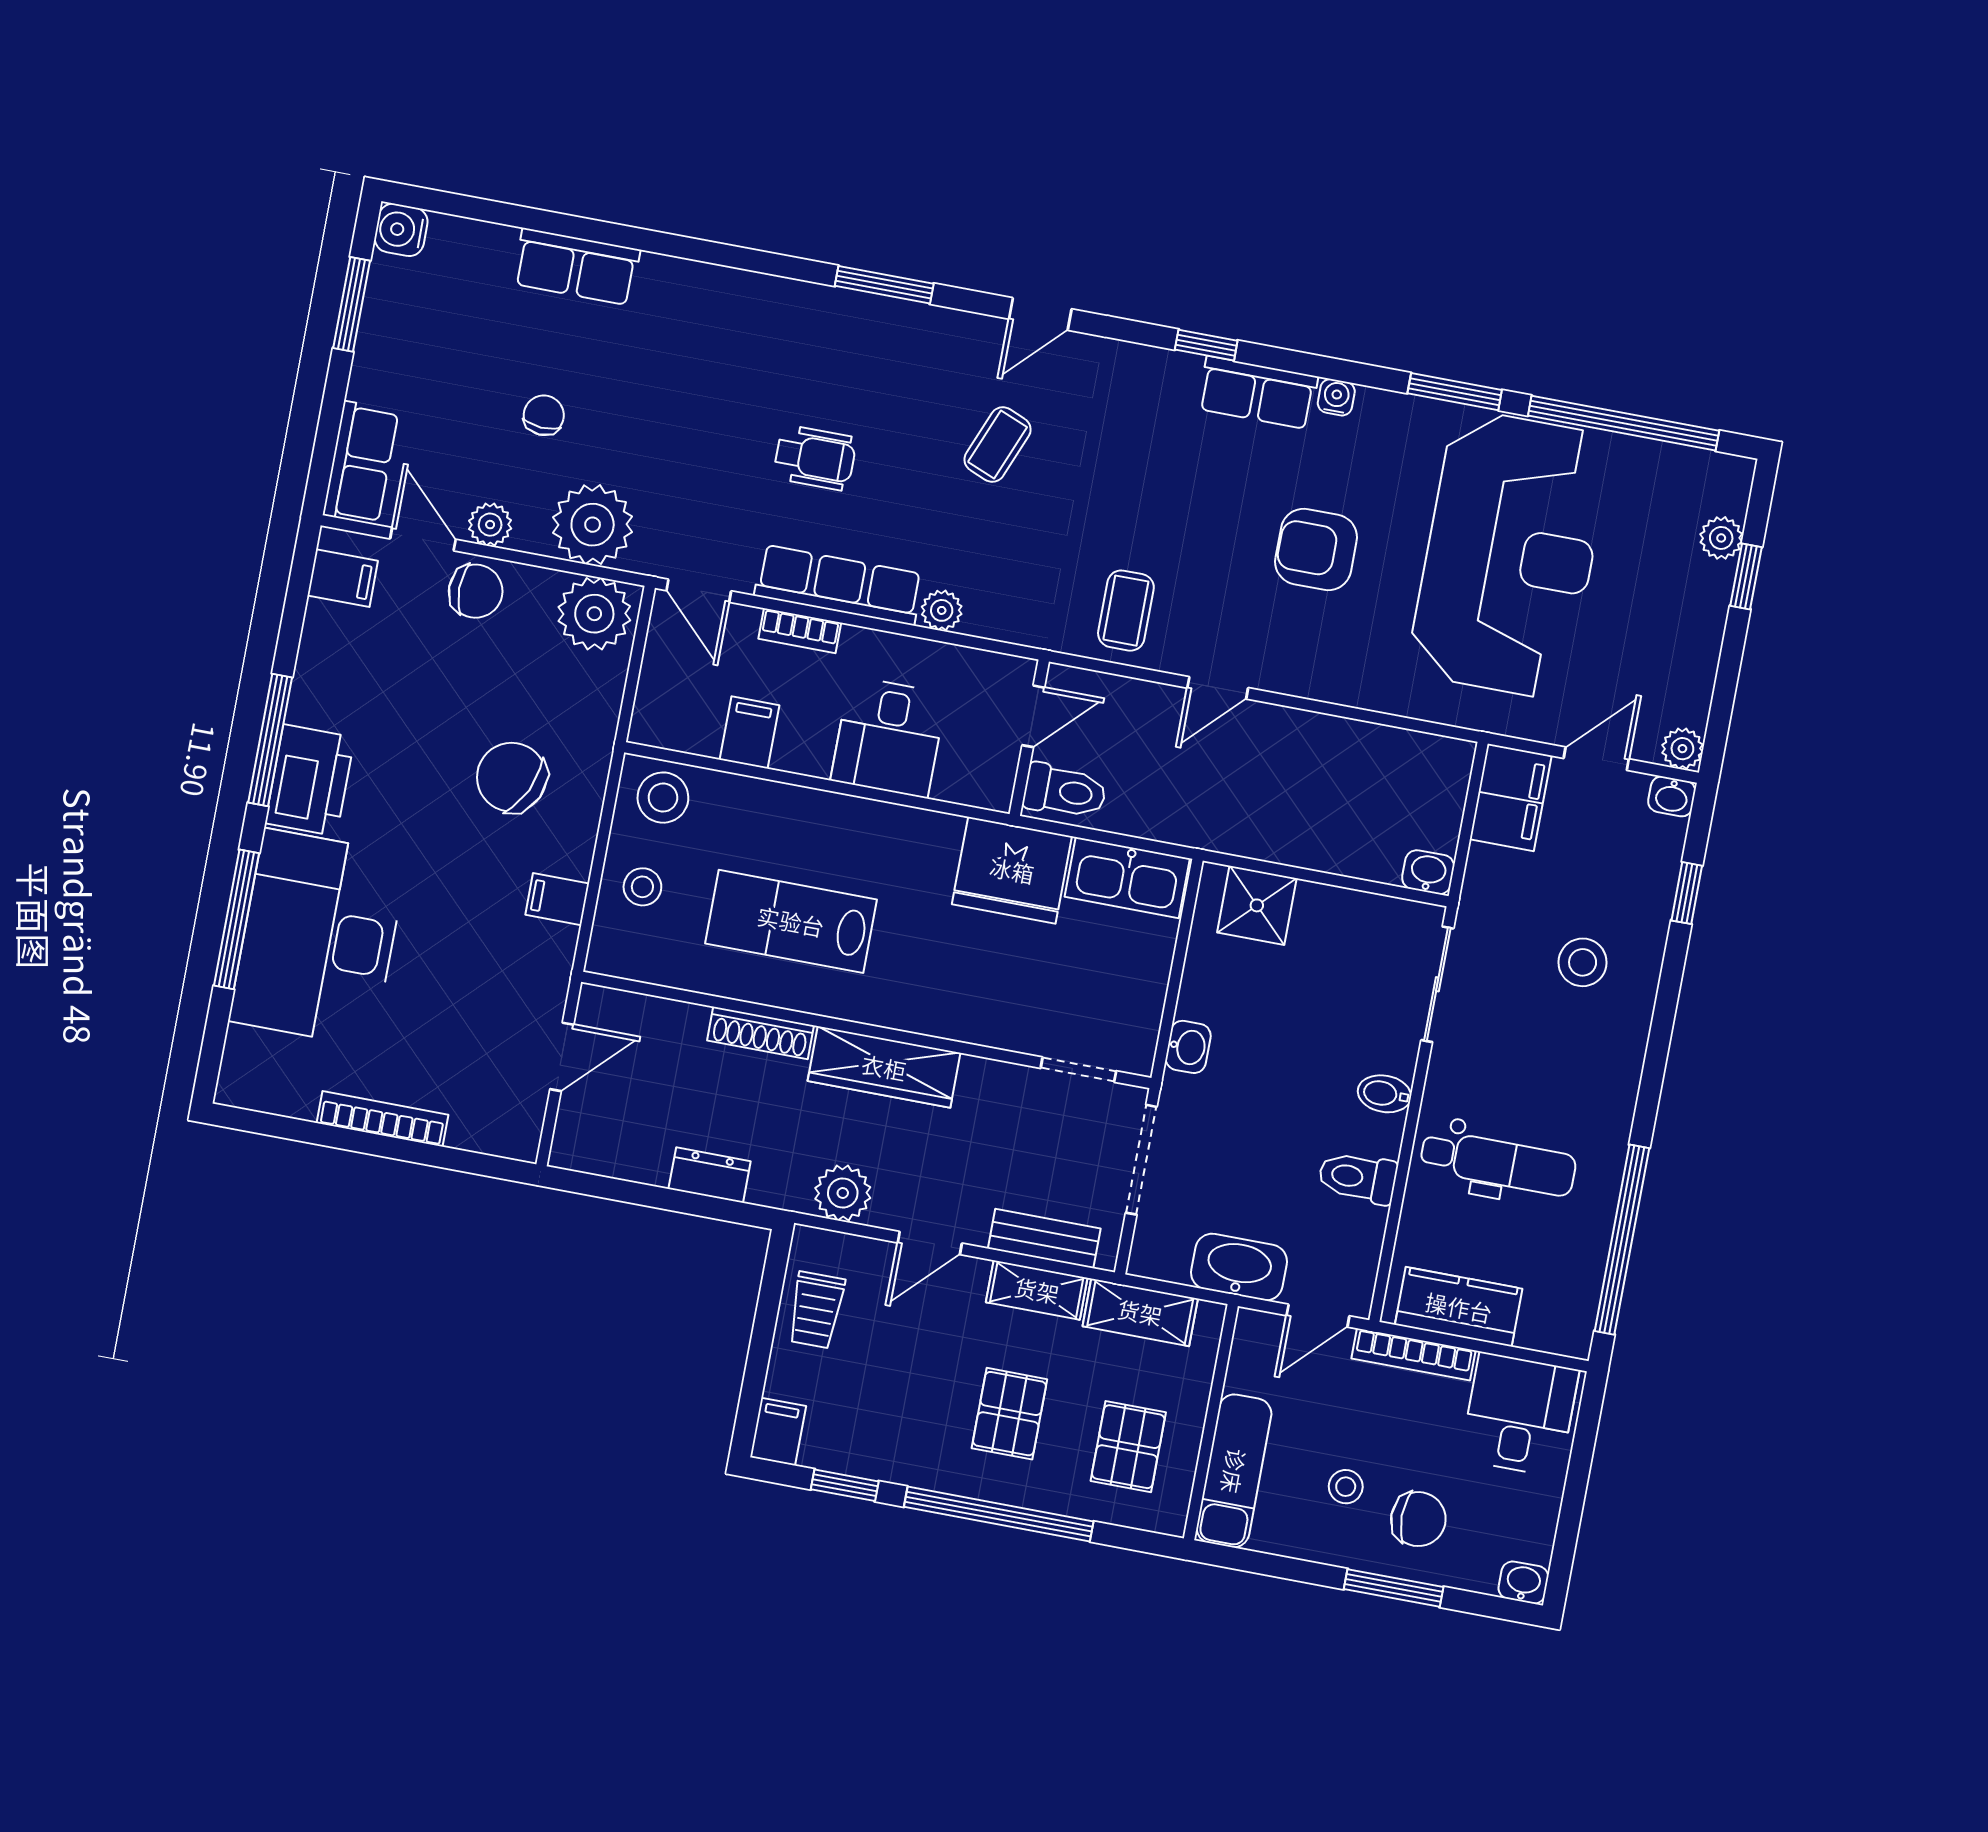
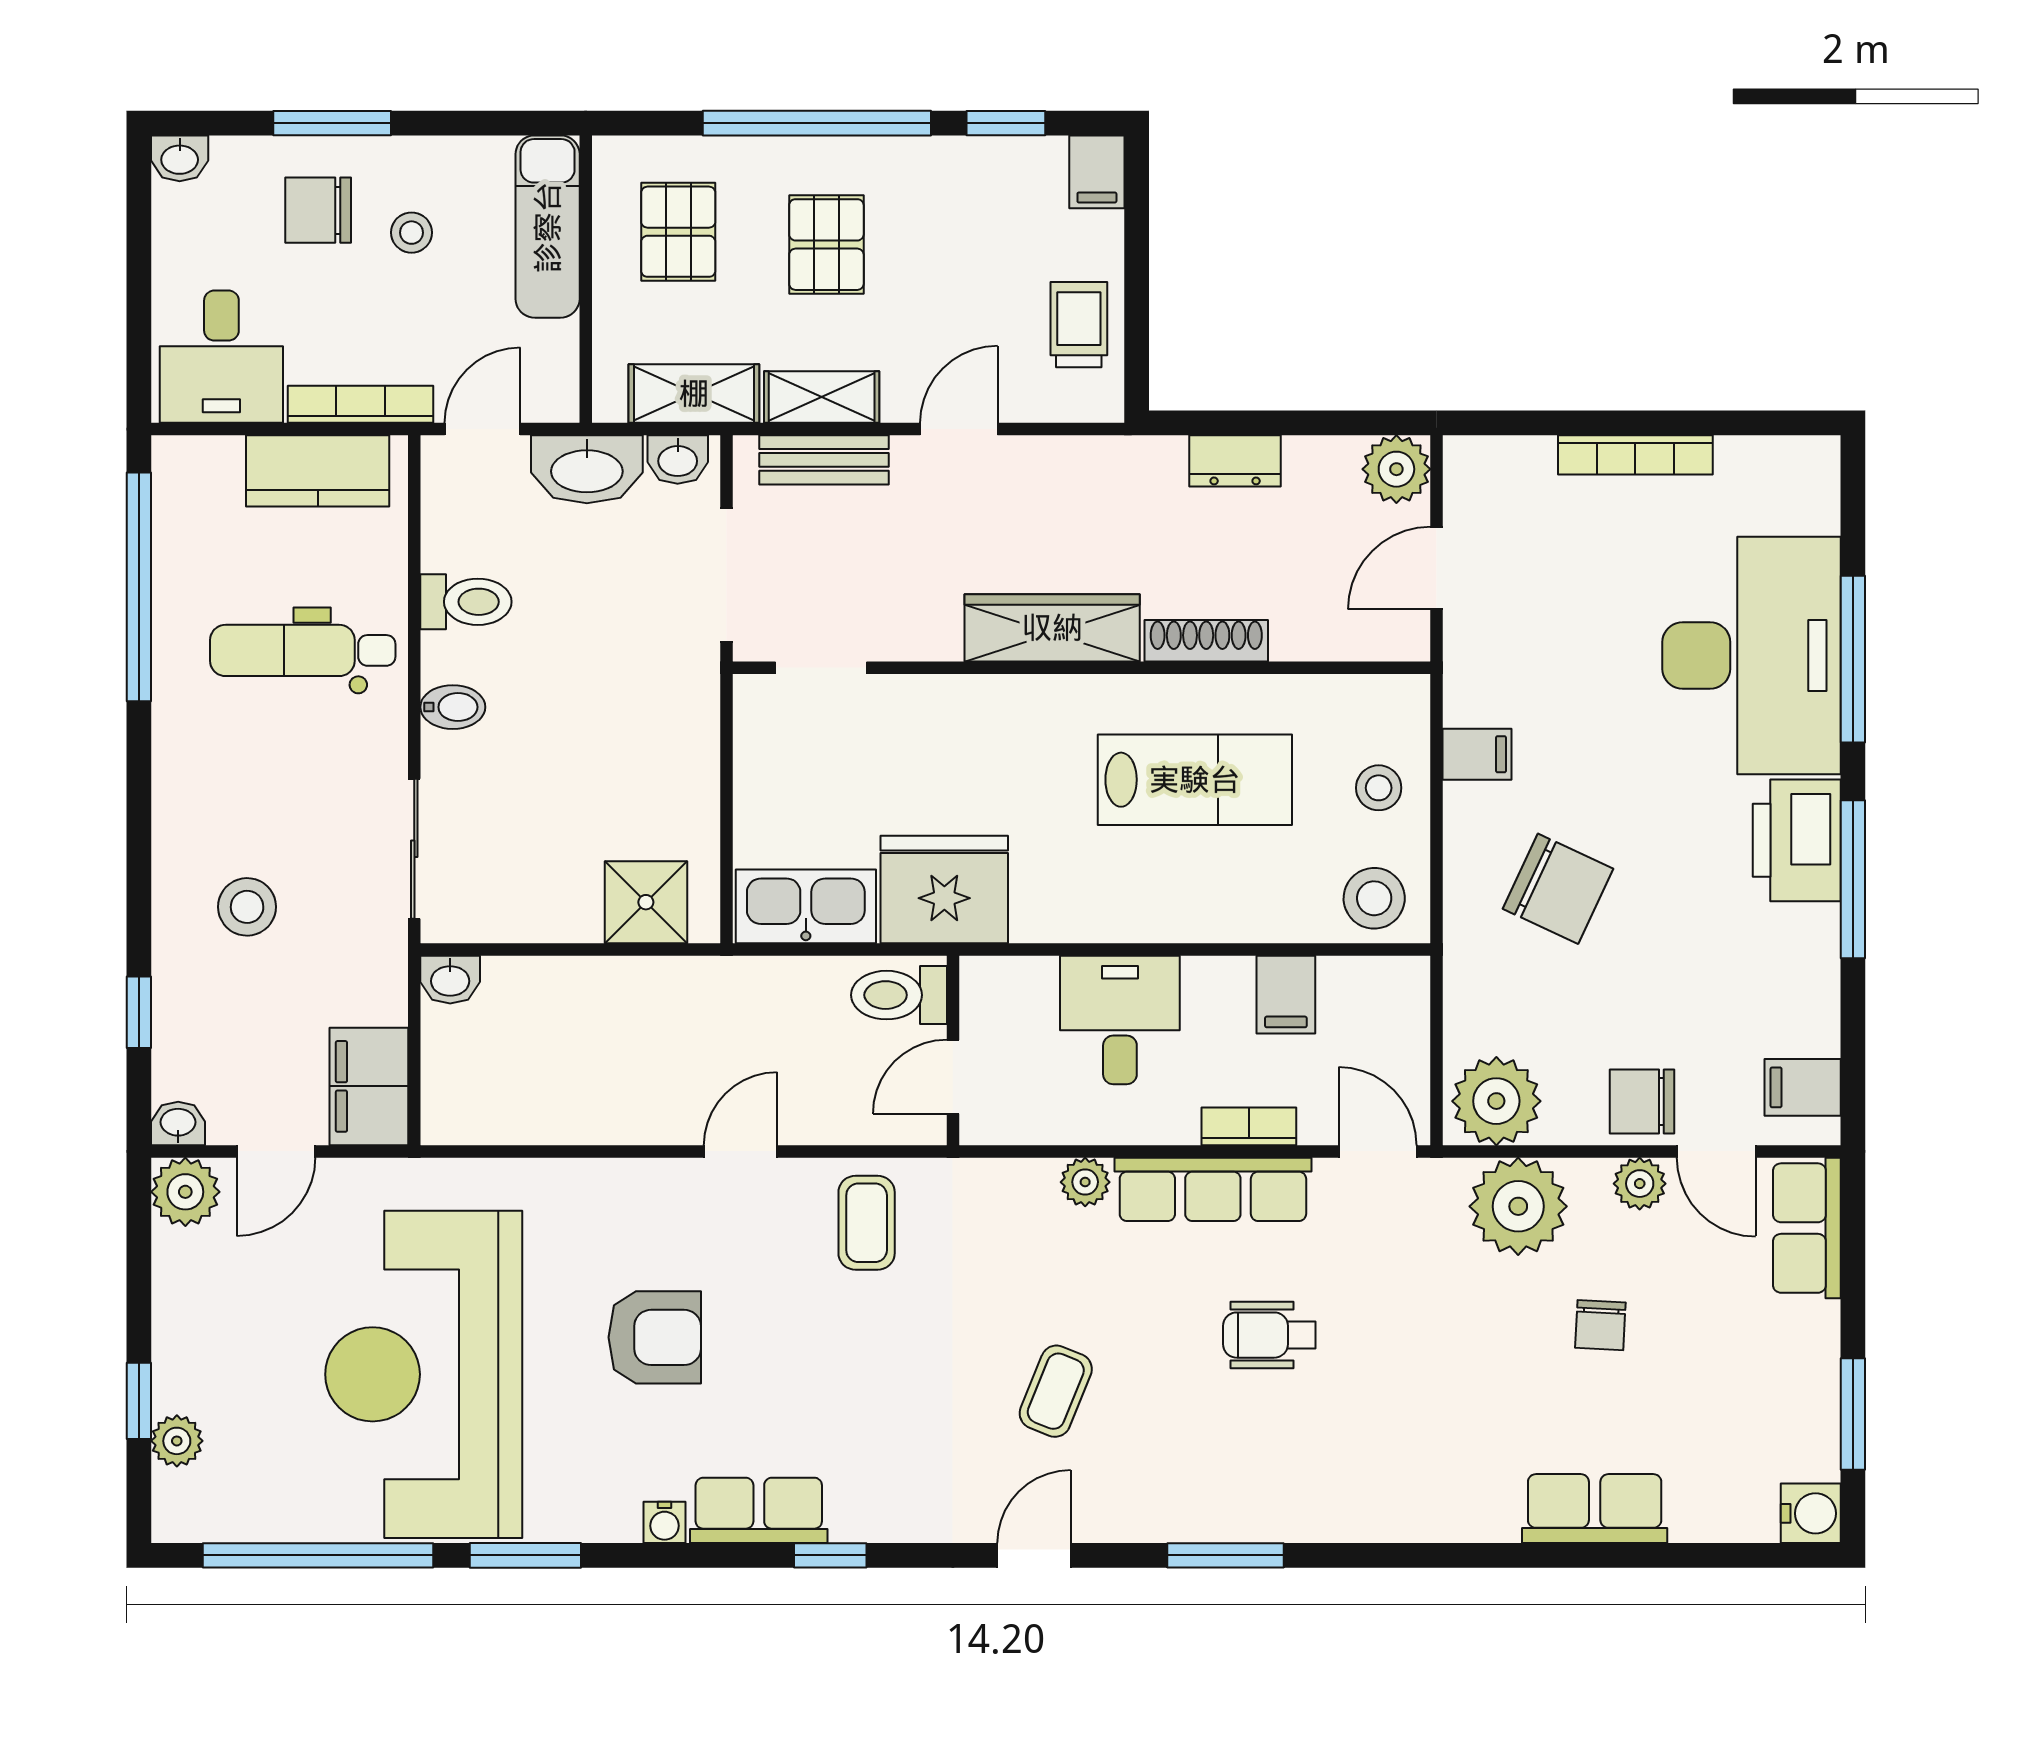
plant: (1682, 749) -> (185, 1192), width x1.38, depth x1.38
washbasin: (1188, 1047) -> (678, 460), moved, turned -90
plant: (843, 1193) -> (1396, 469), moved

